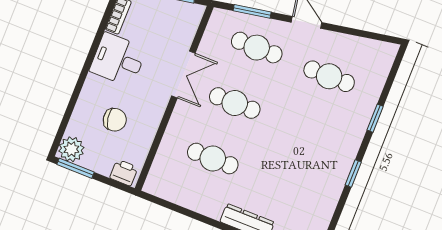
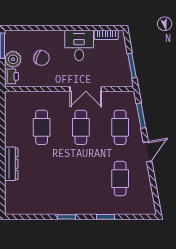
chair: (115, 120) -> (42, 58), turned -61
plant: (71, 149) -> (13, 59), moved

